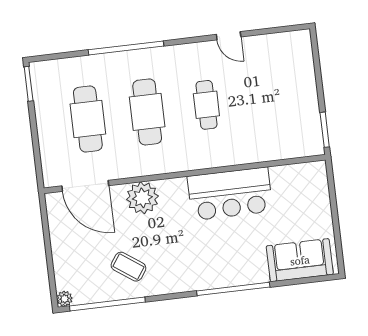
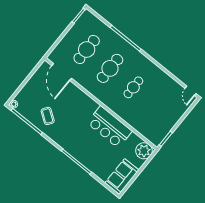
door: (229, 36) -> (191, 91), moved
plant: (142, 198) -> (144, 151), moved
sofa: (300, 260) -> (122, 176), moved, turned -90

